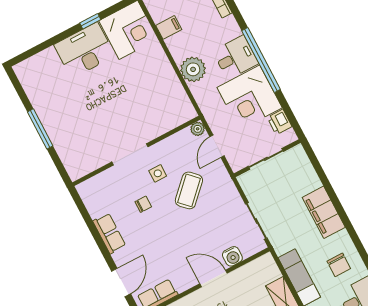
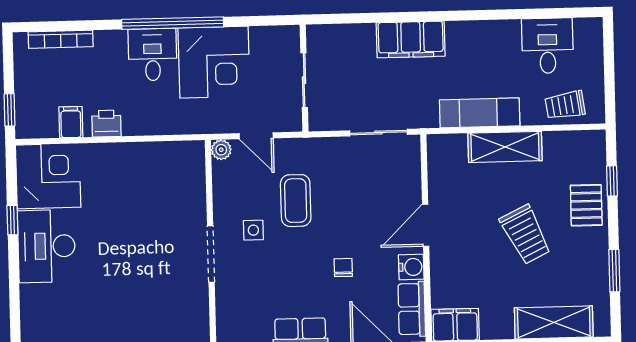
plant: (193, 69) -> (141, 117), removed
printer: (280, 122) -> (106, 124), moved, turned 180
coffee table: (189, 190) -> (296, 201), turned 45
chair: (143, 204) -> (343, 268), moved
water cooler: (232, 256) -> (411, 267), moved
chair: (339, 265) -> (489, 54), removed

